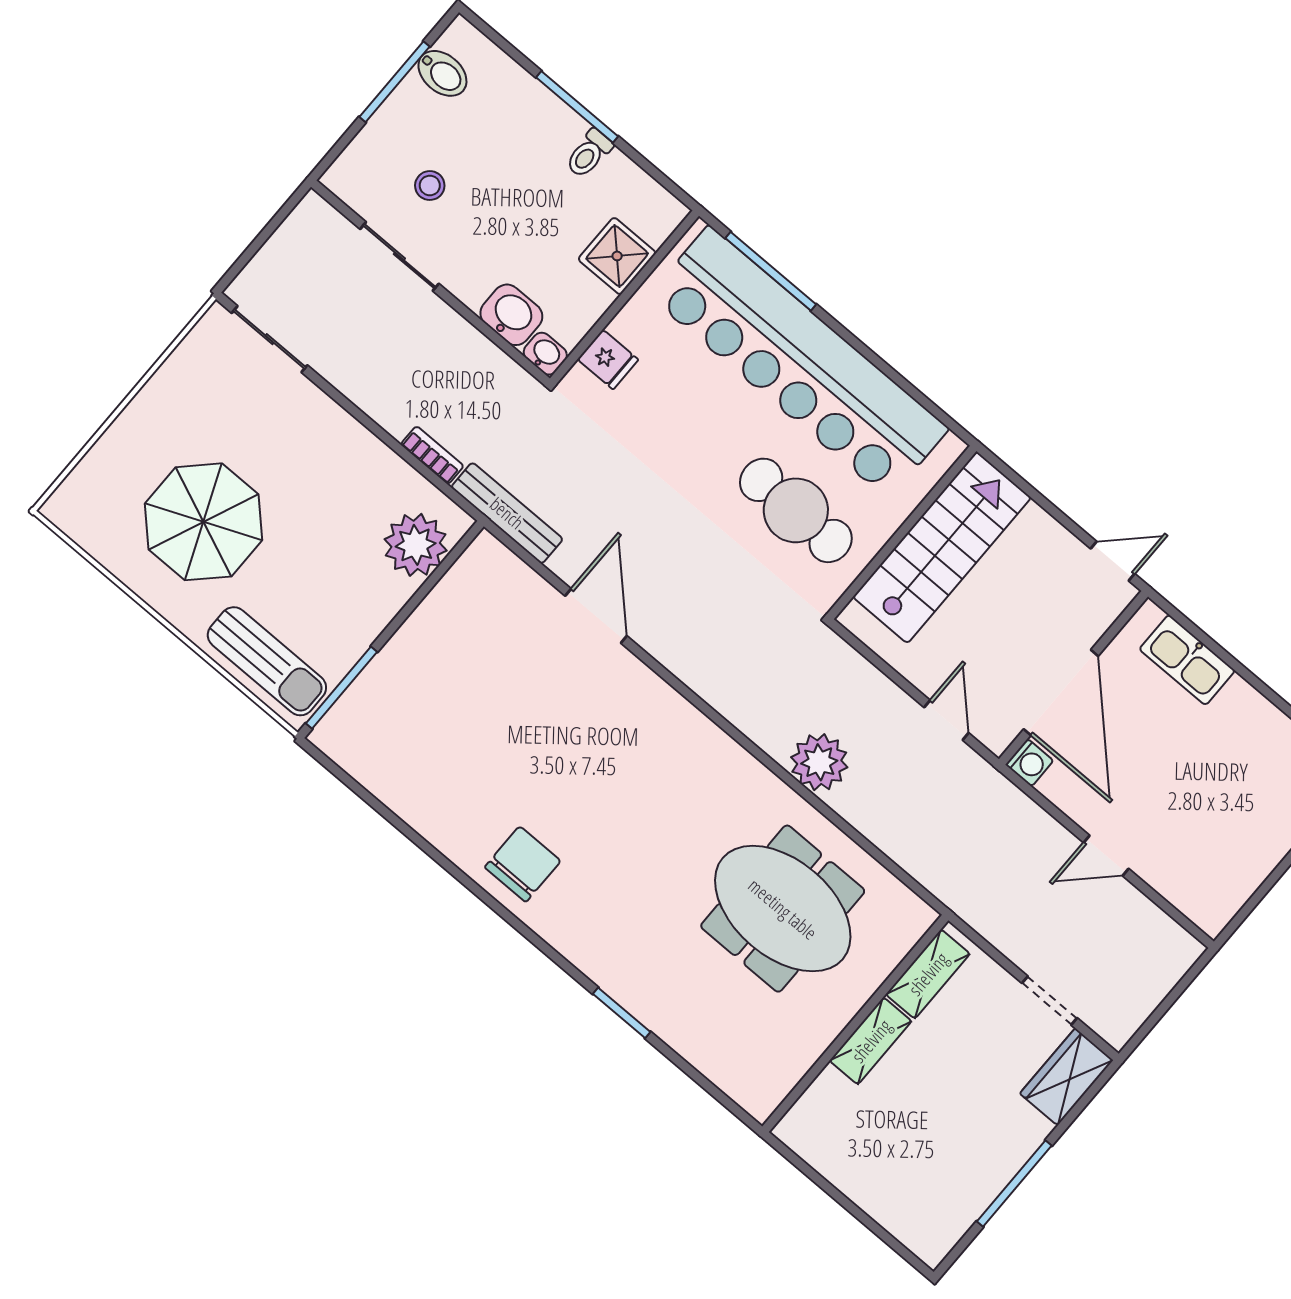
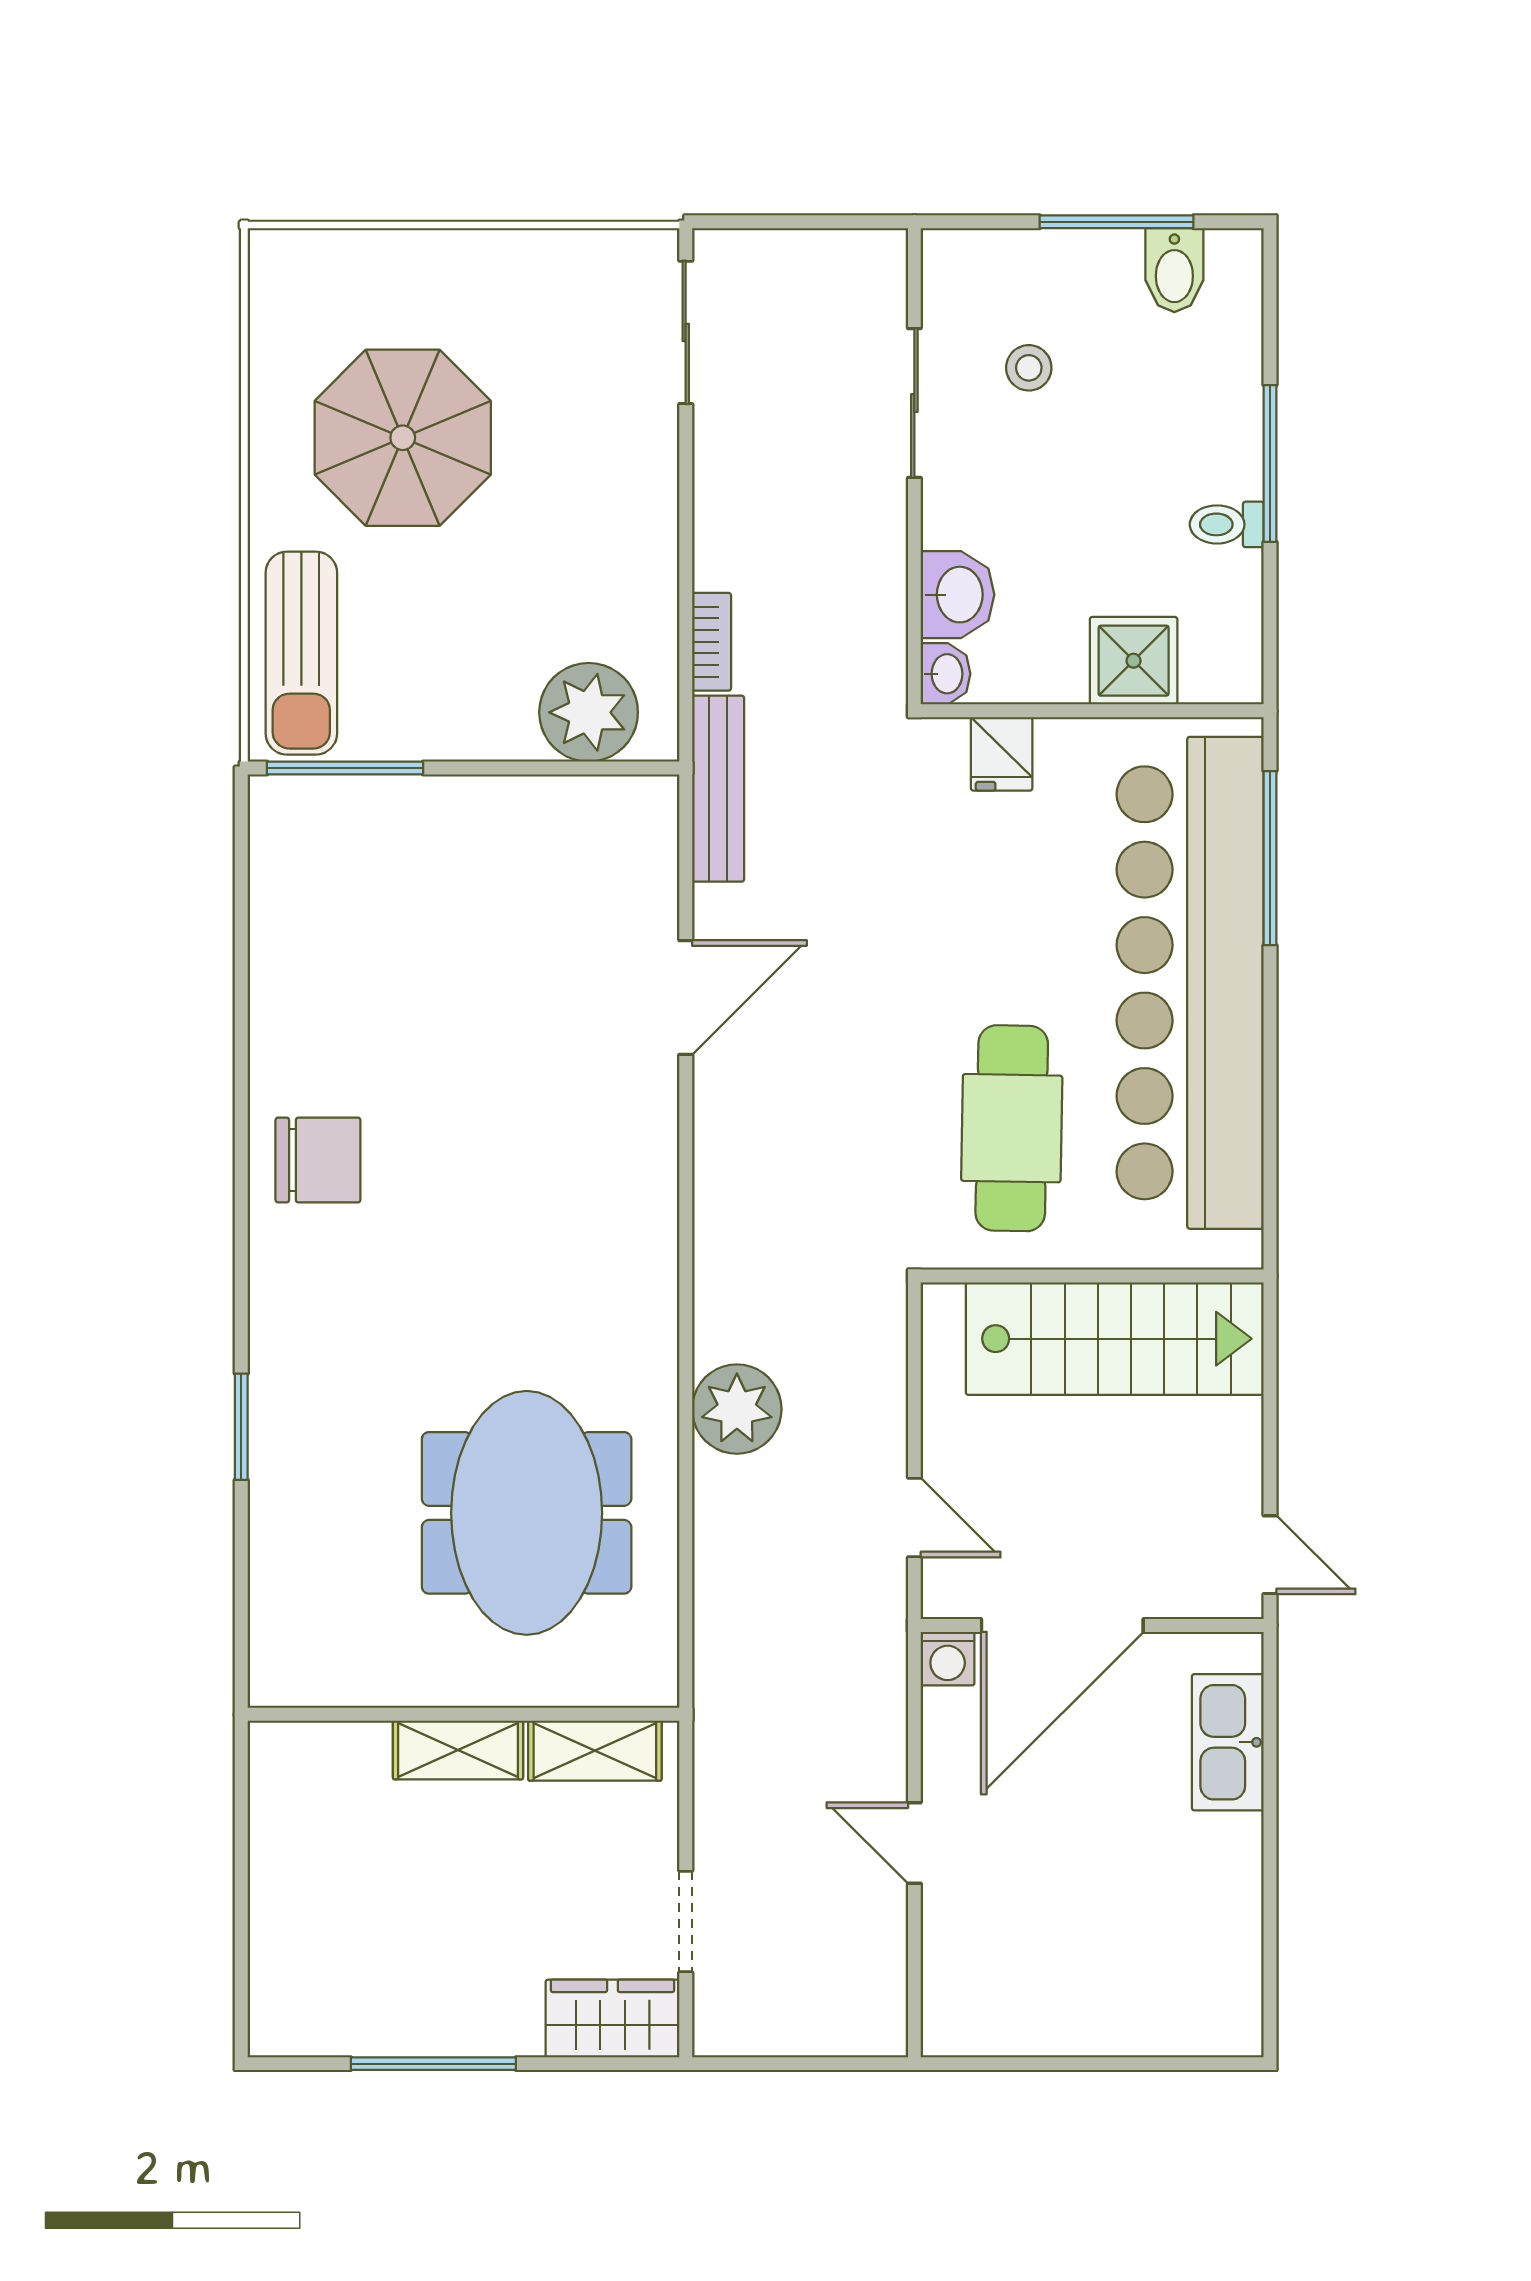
door: (946, 720) -> (914, 1518), hinge flipped

